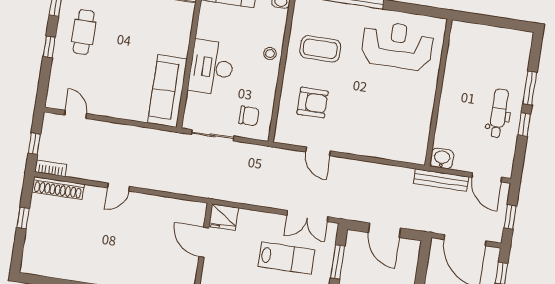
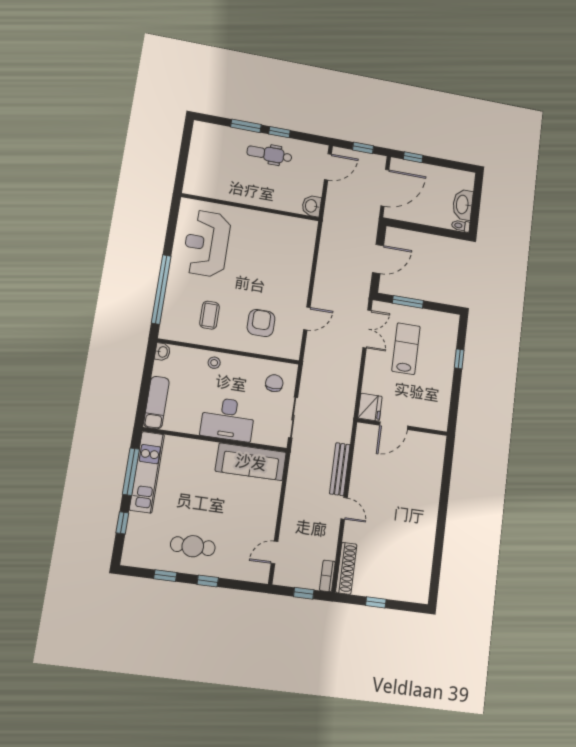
coffee table: (320, 49) -> (210, 315), width x0.73, depth x0.77
bench: (441, 180) -> (340, 469), moved

